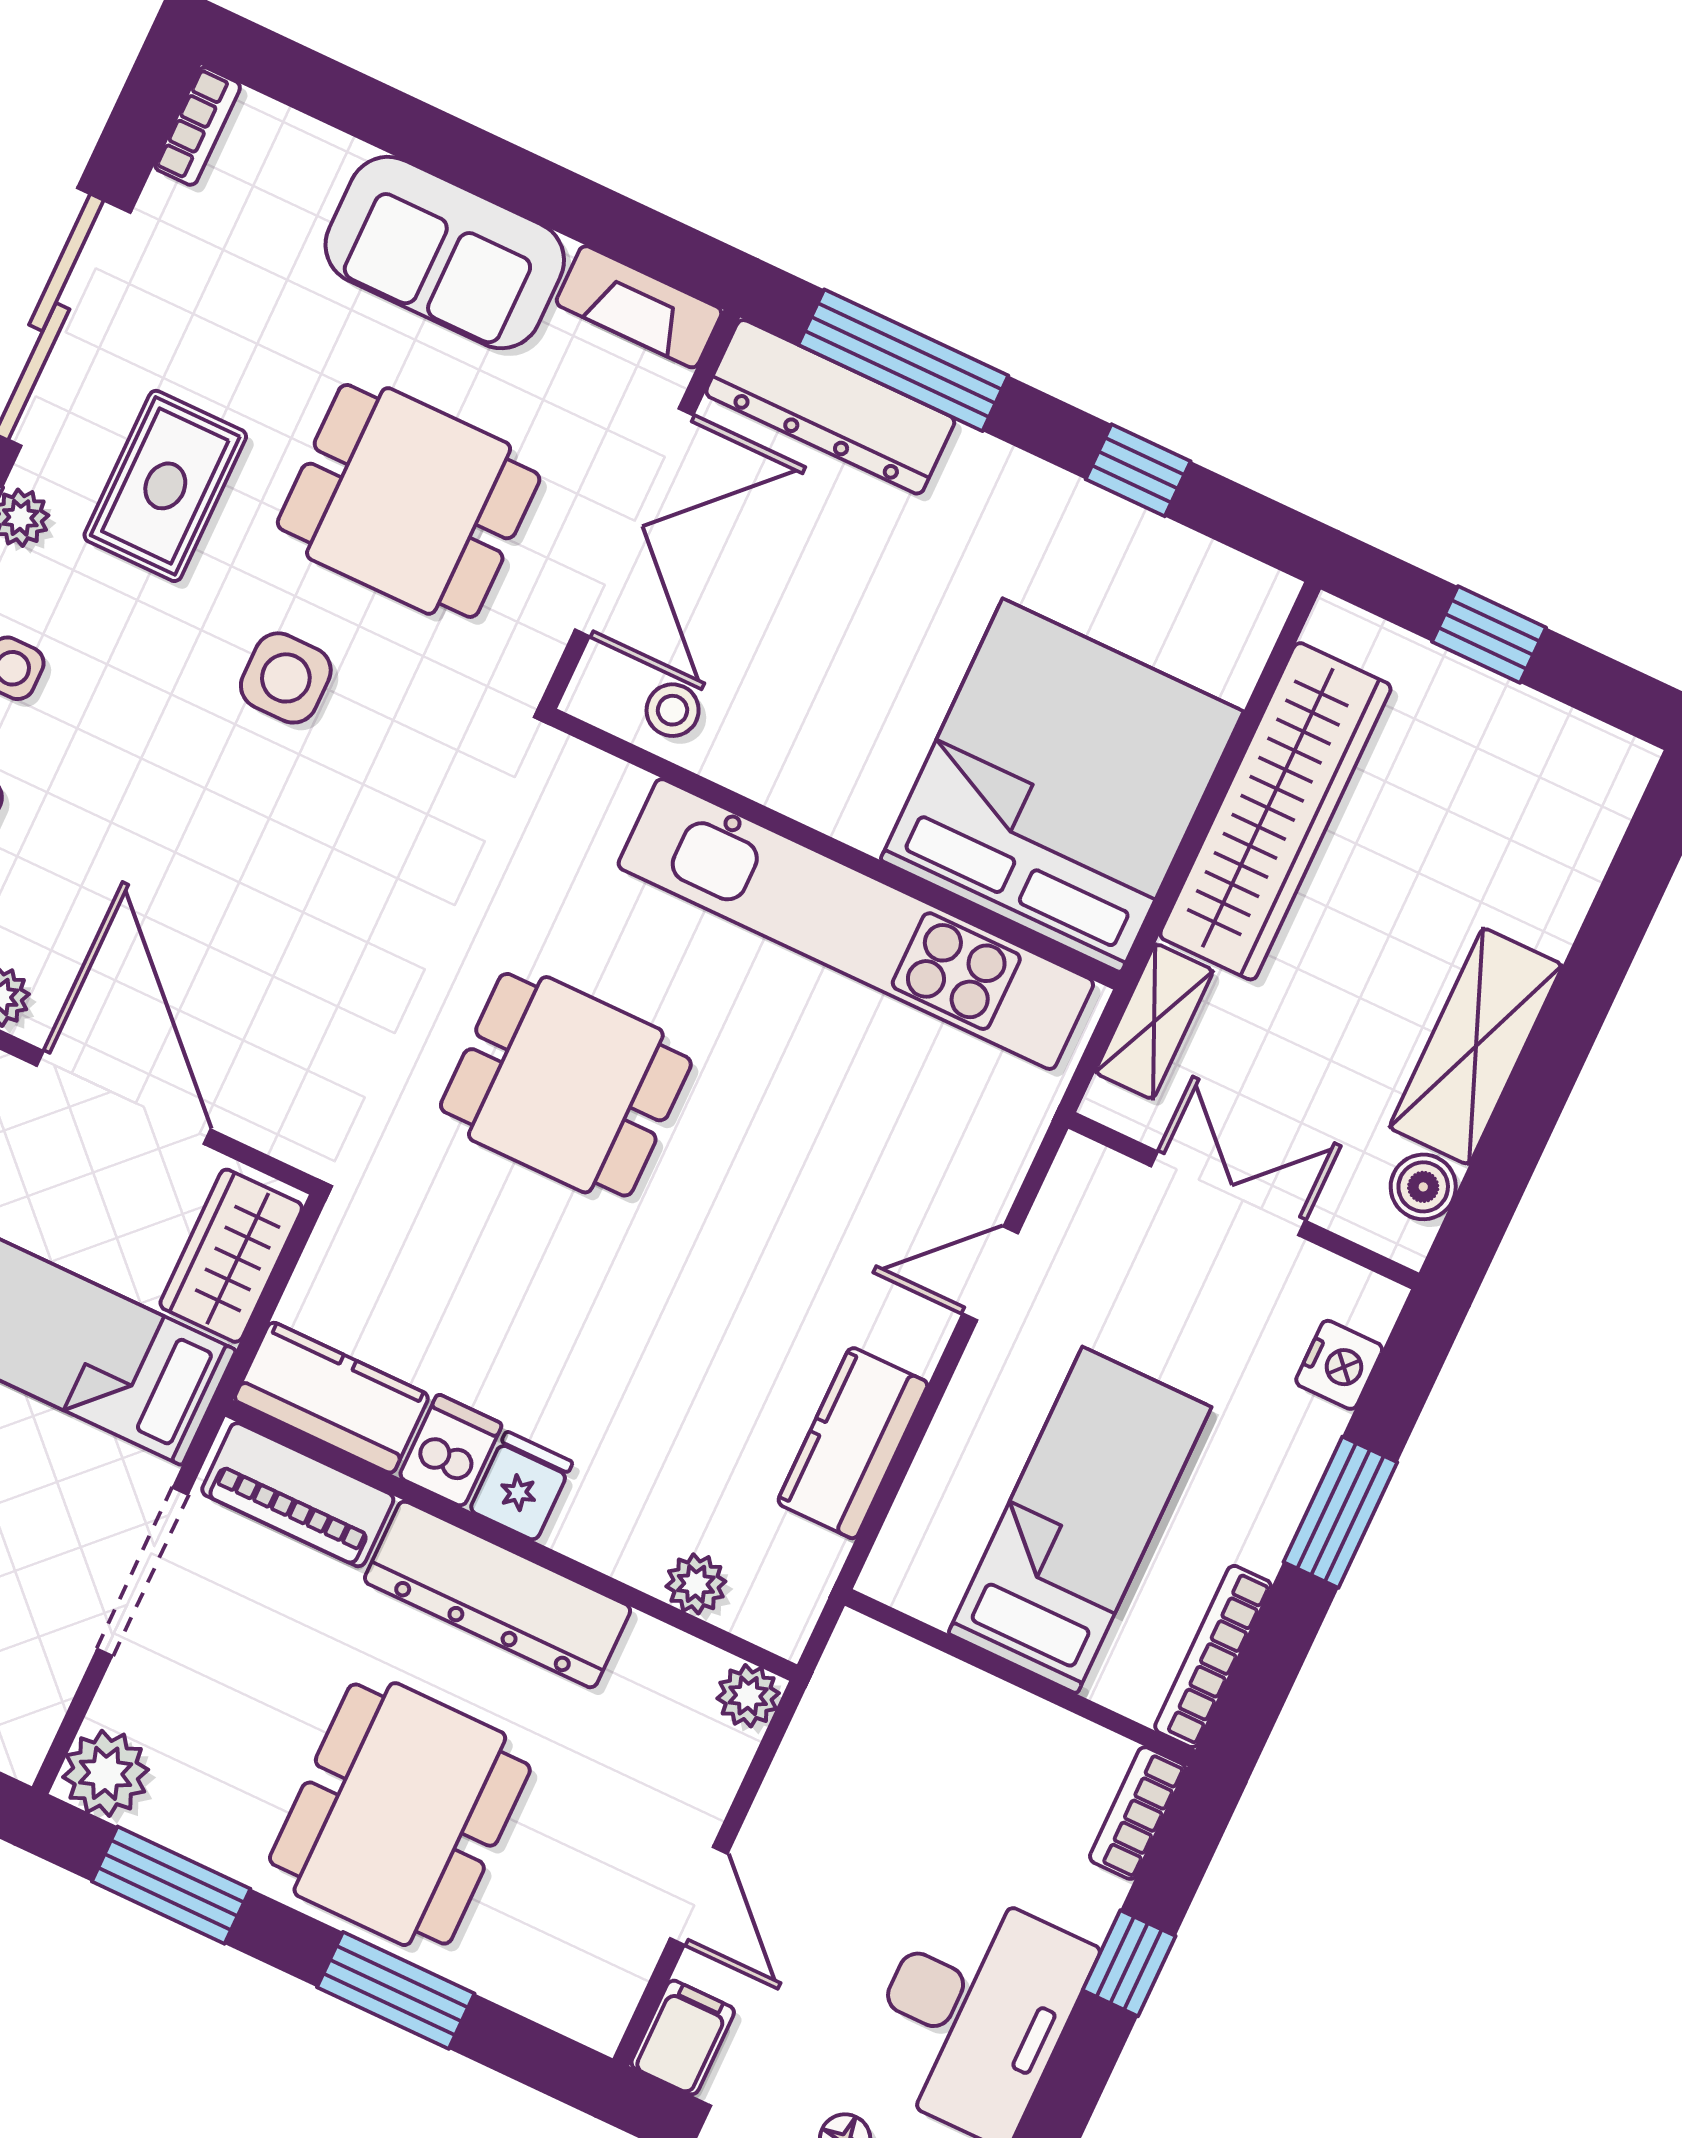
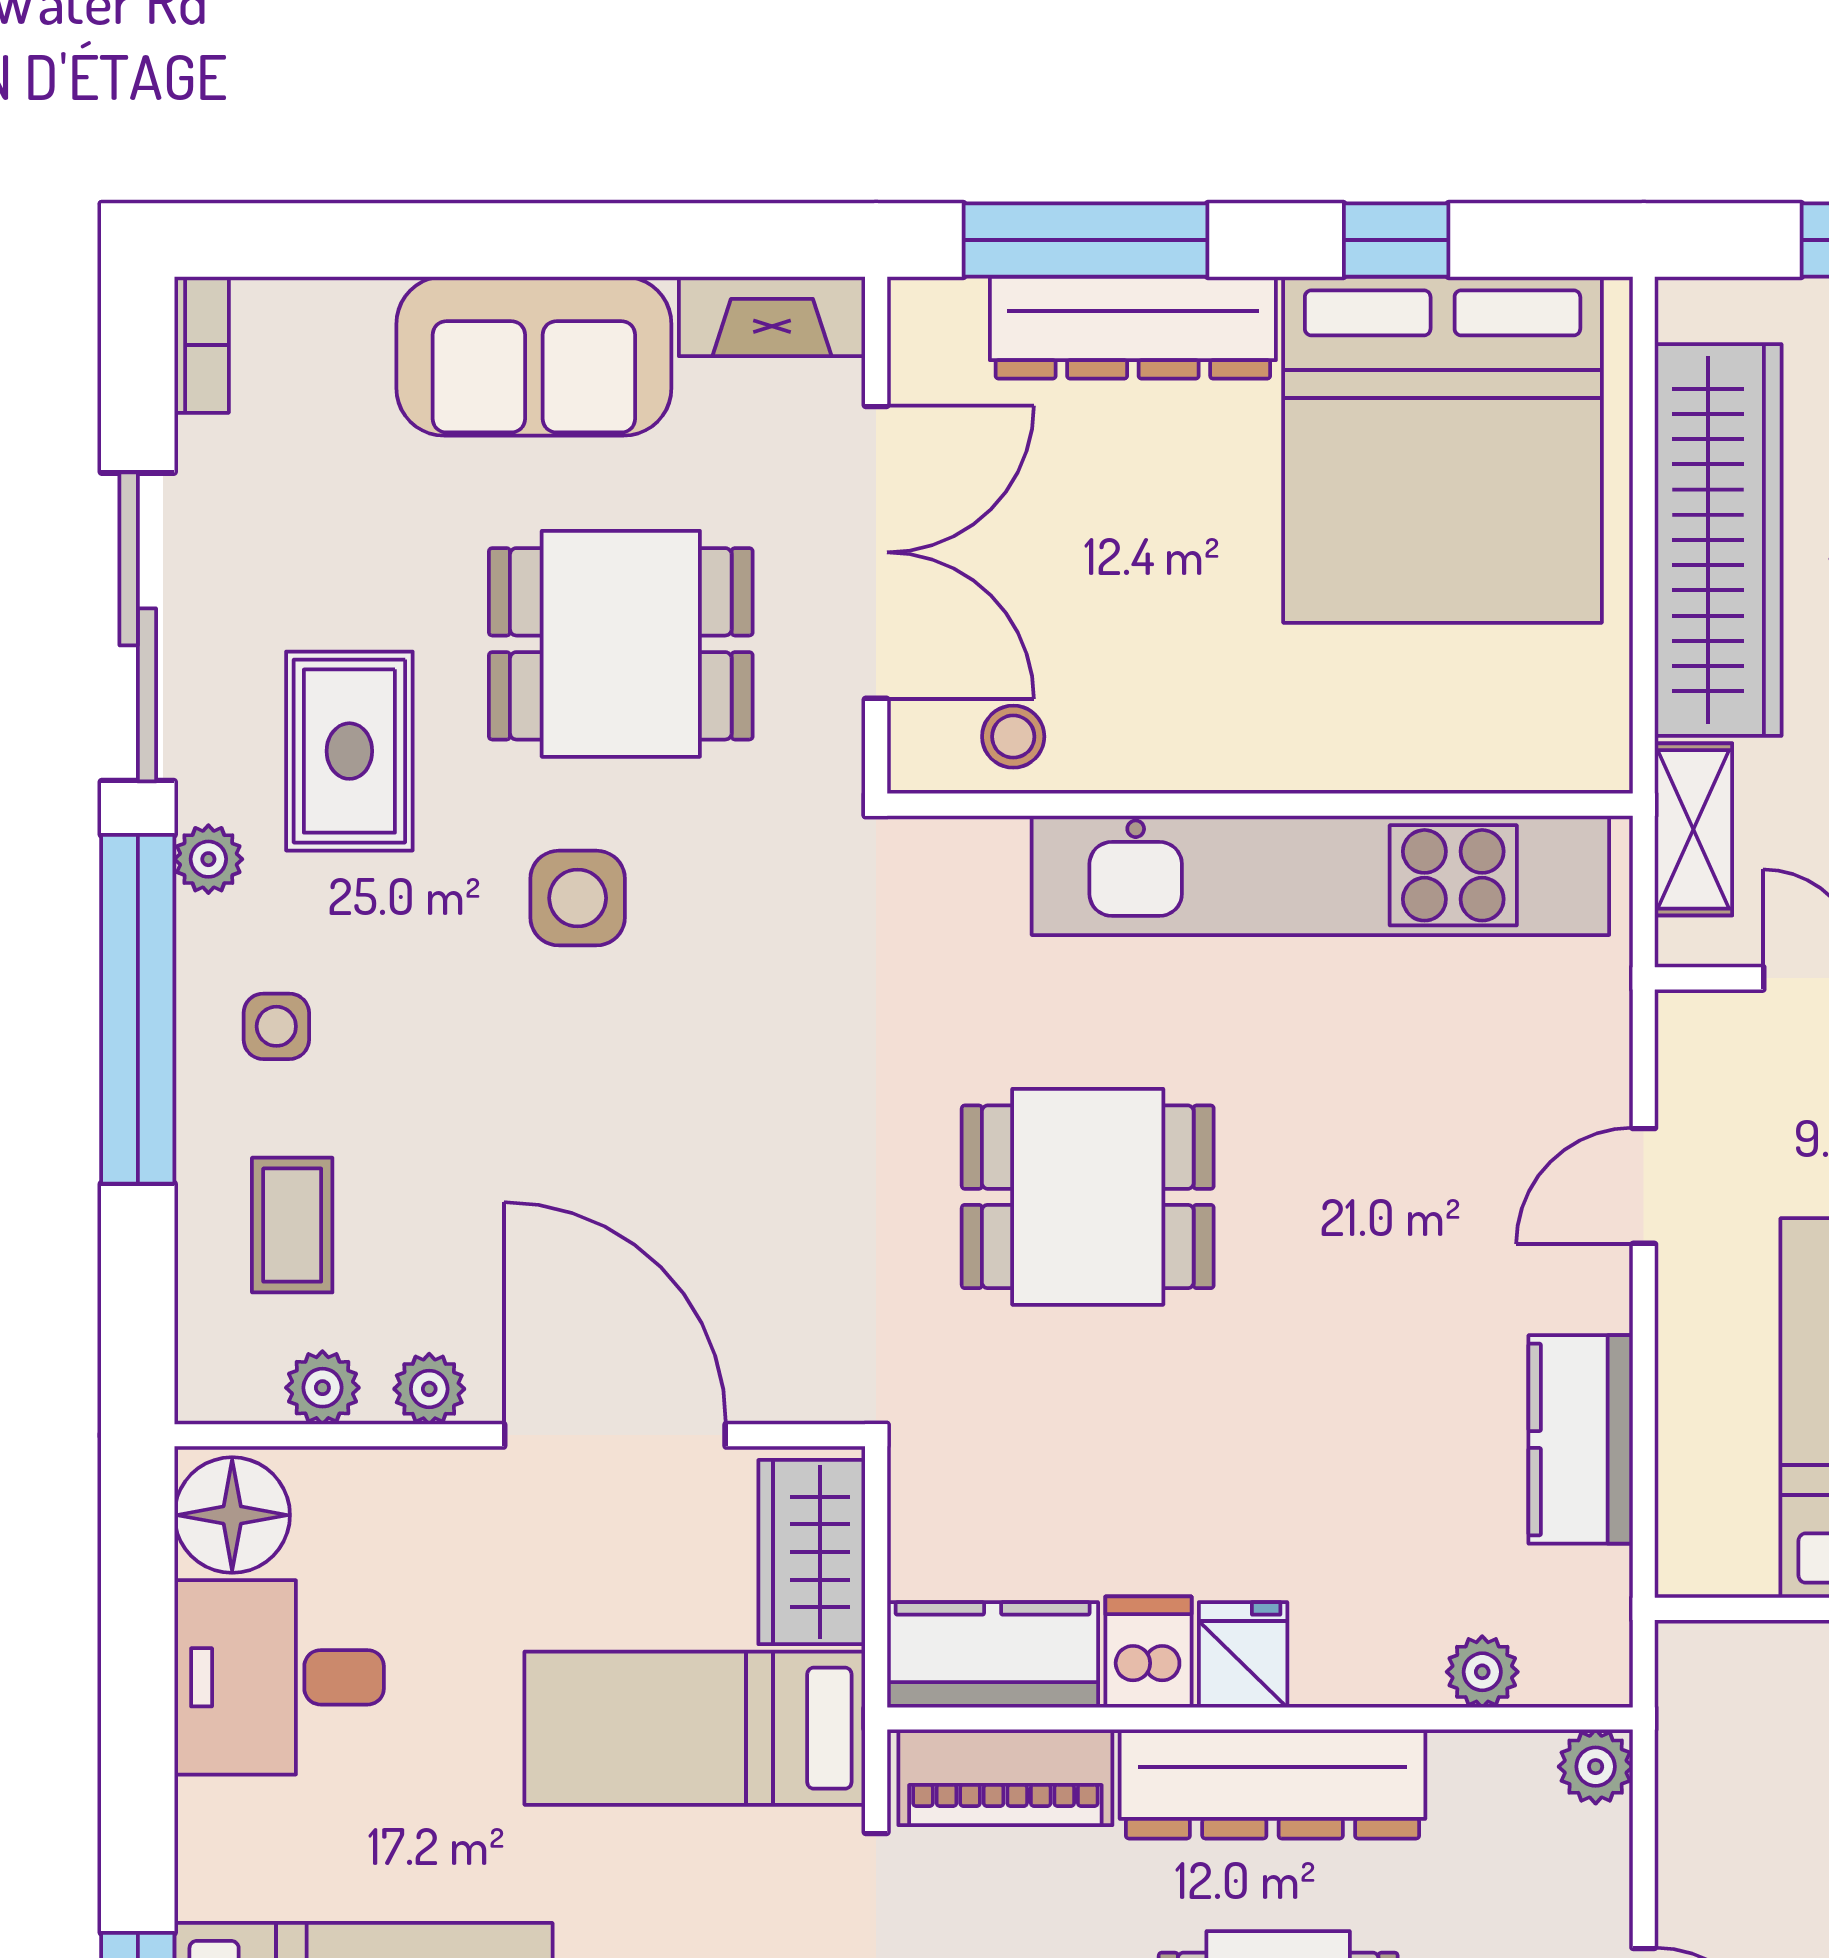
dresser: (830, 407) -> (1133, 328), moved
bed: (1062, 786) -> (1443, 450), moved, turned 180

